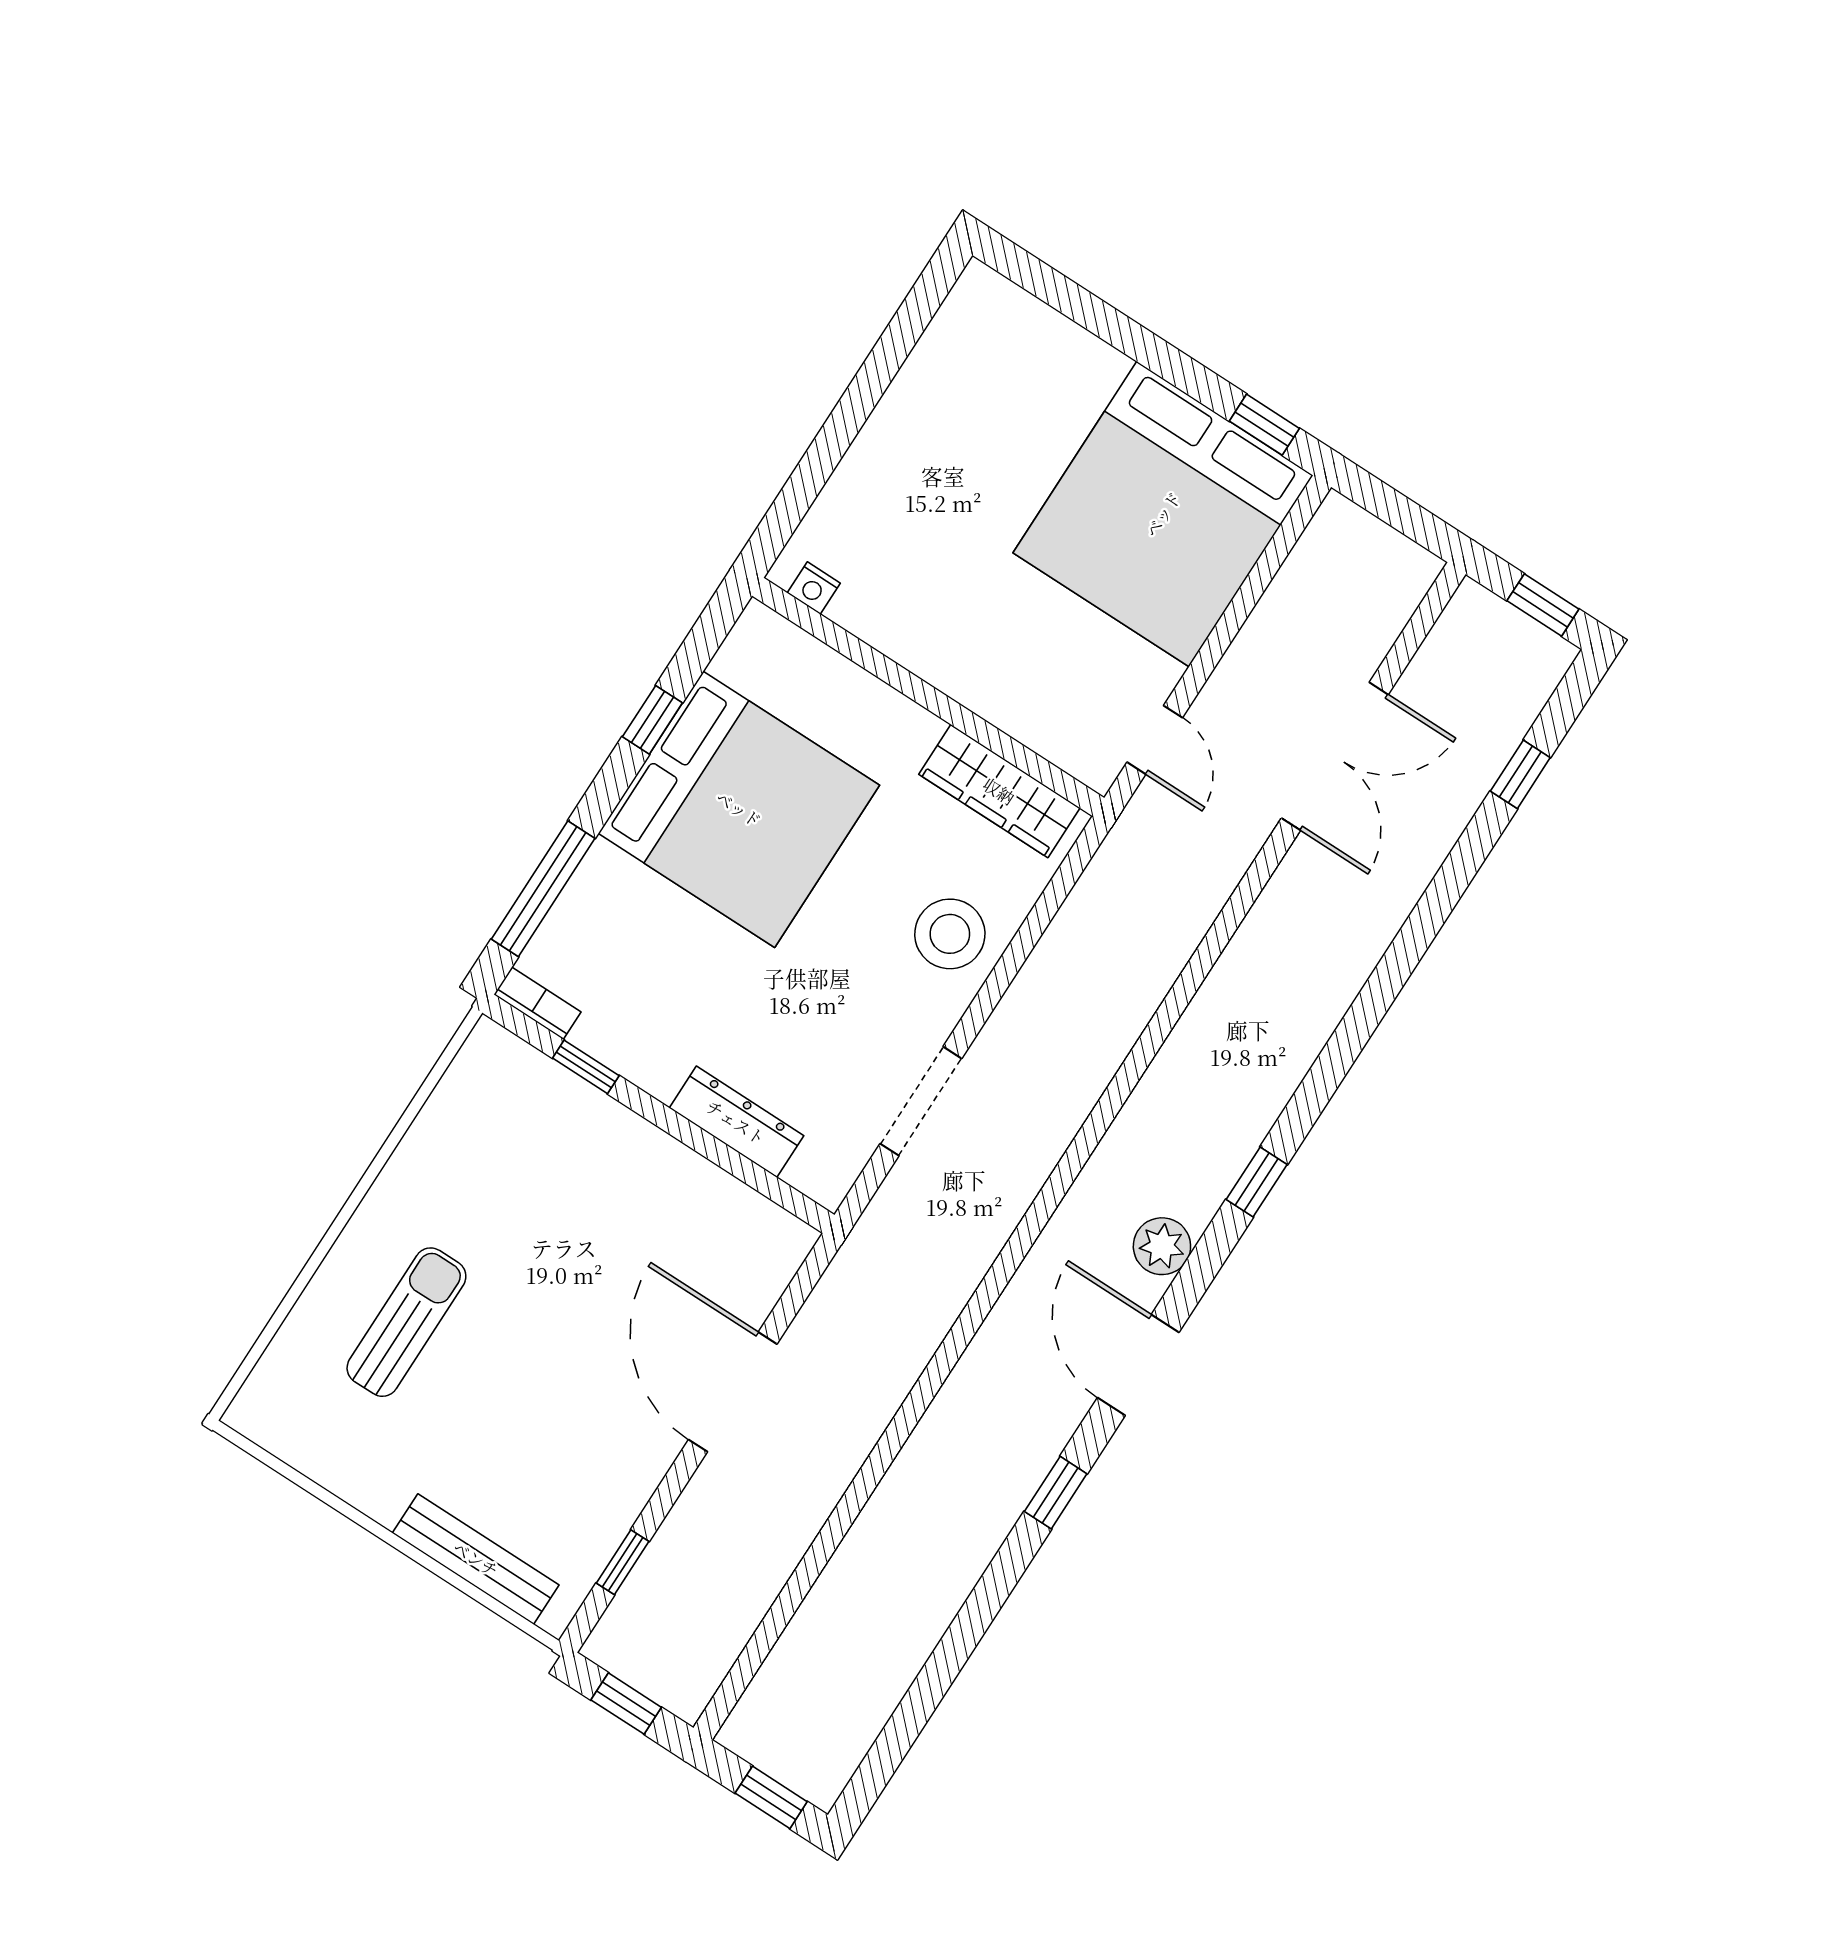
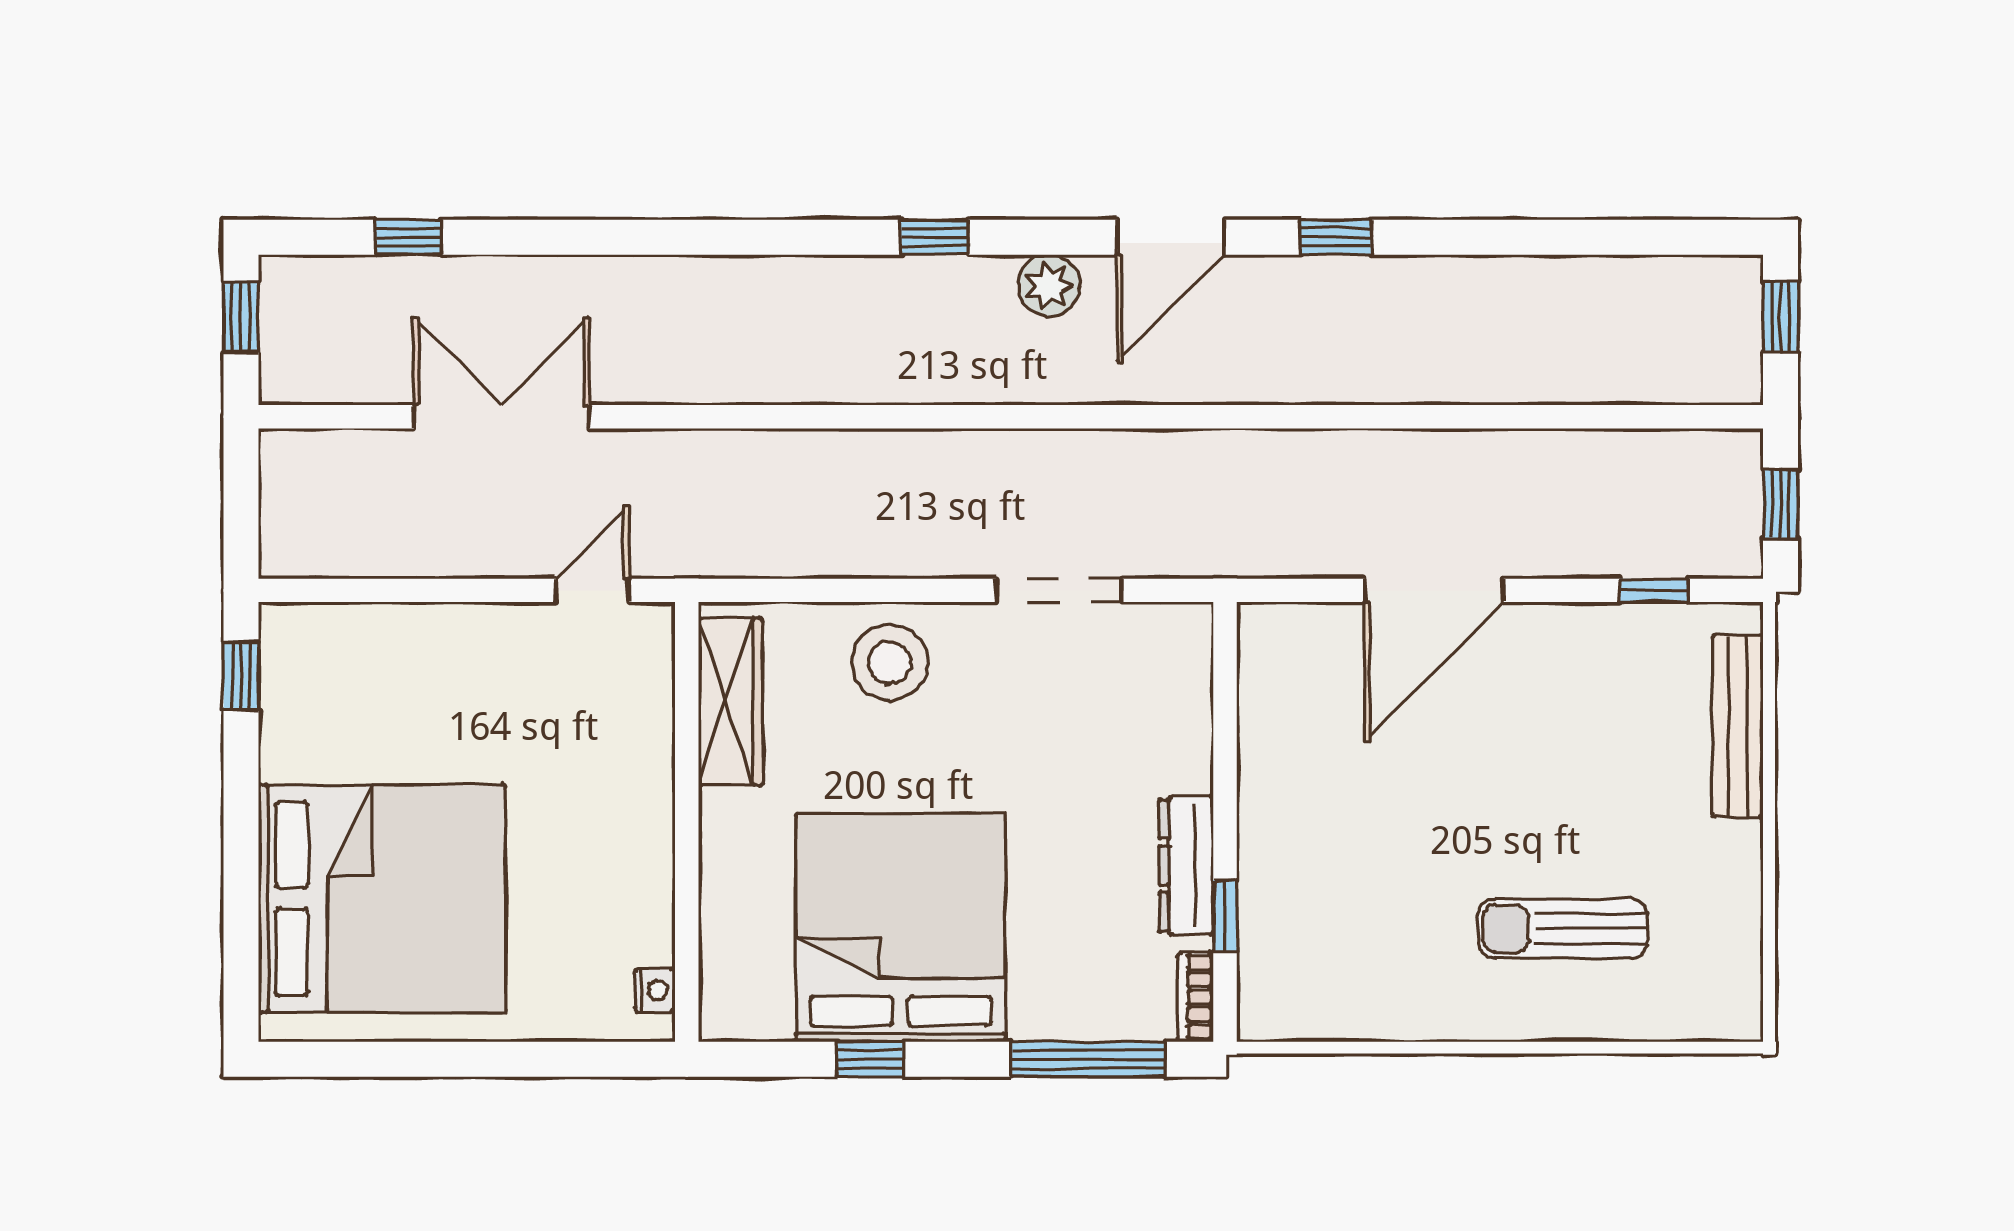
bed: (1163, 514) -> (382, 899), moved
dresser: (736, 1122) -> (1186, 865), moved

